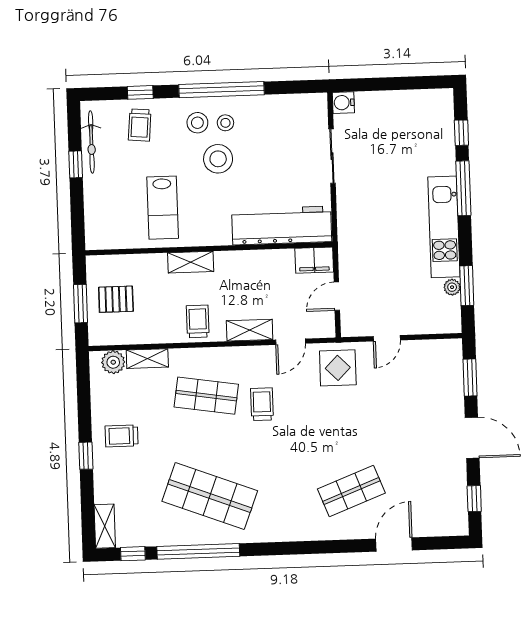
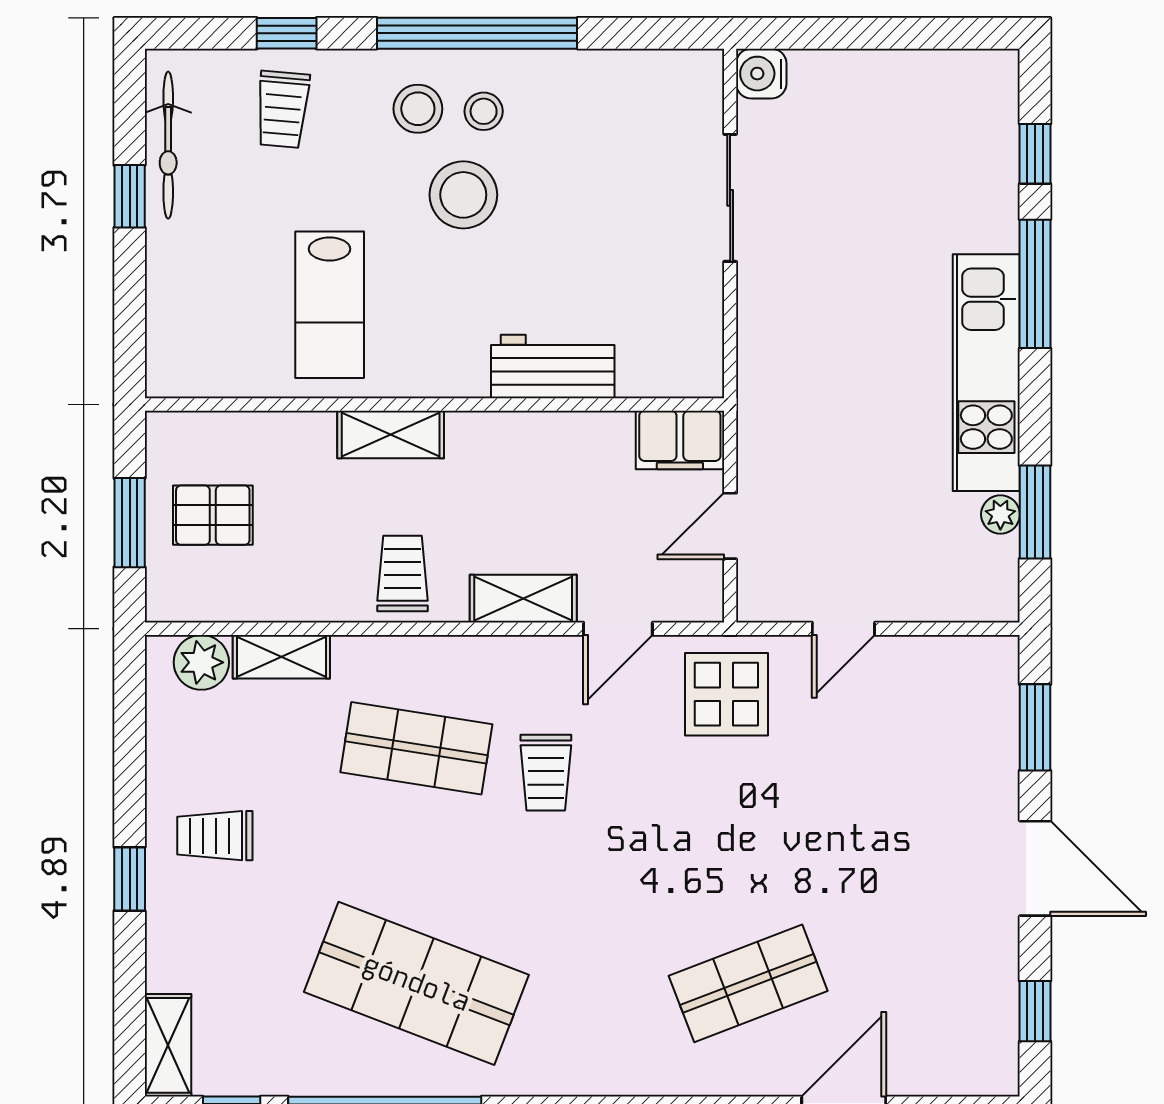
workbench: (282, 225) -> (553, 366), width x0.53, depth x0.76
trolley: (262, 404) -> (546, 773), turned 180

